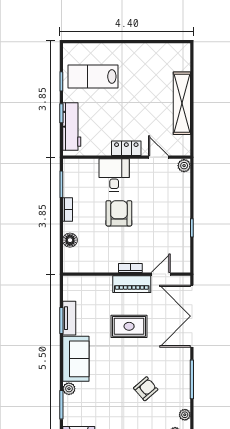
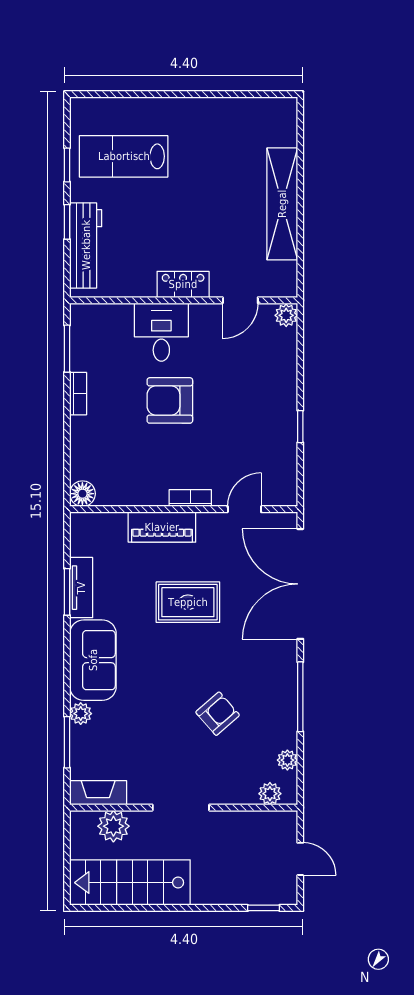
door: (158, 157) -> (240, 300), swing flipped
armchair: (119, 213) -> (170, 400), turned -90
floor lamp: (70, 240) -> (82, 494), moved
piano: (132, 284) -> (162, 527), moved

